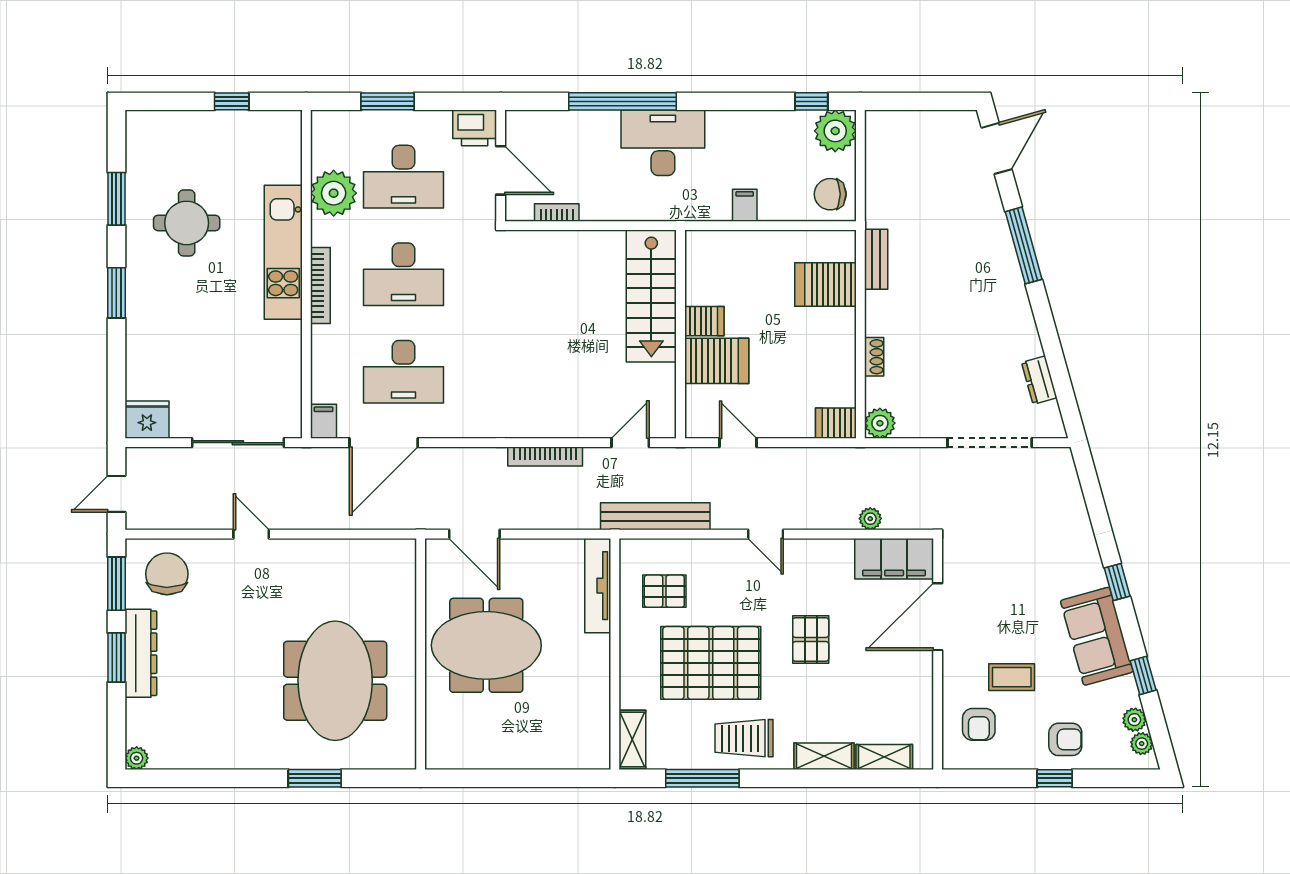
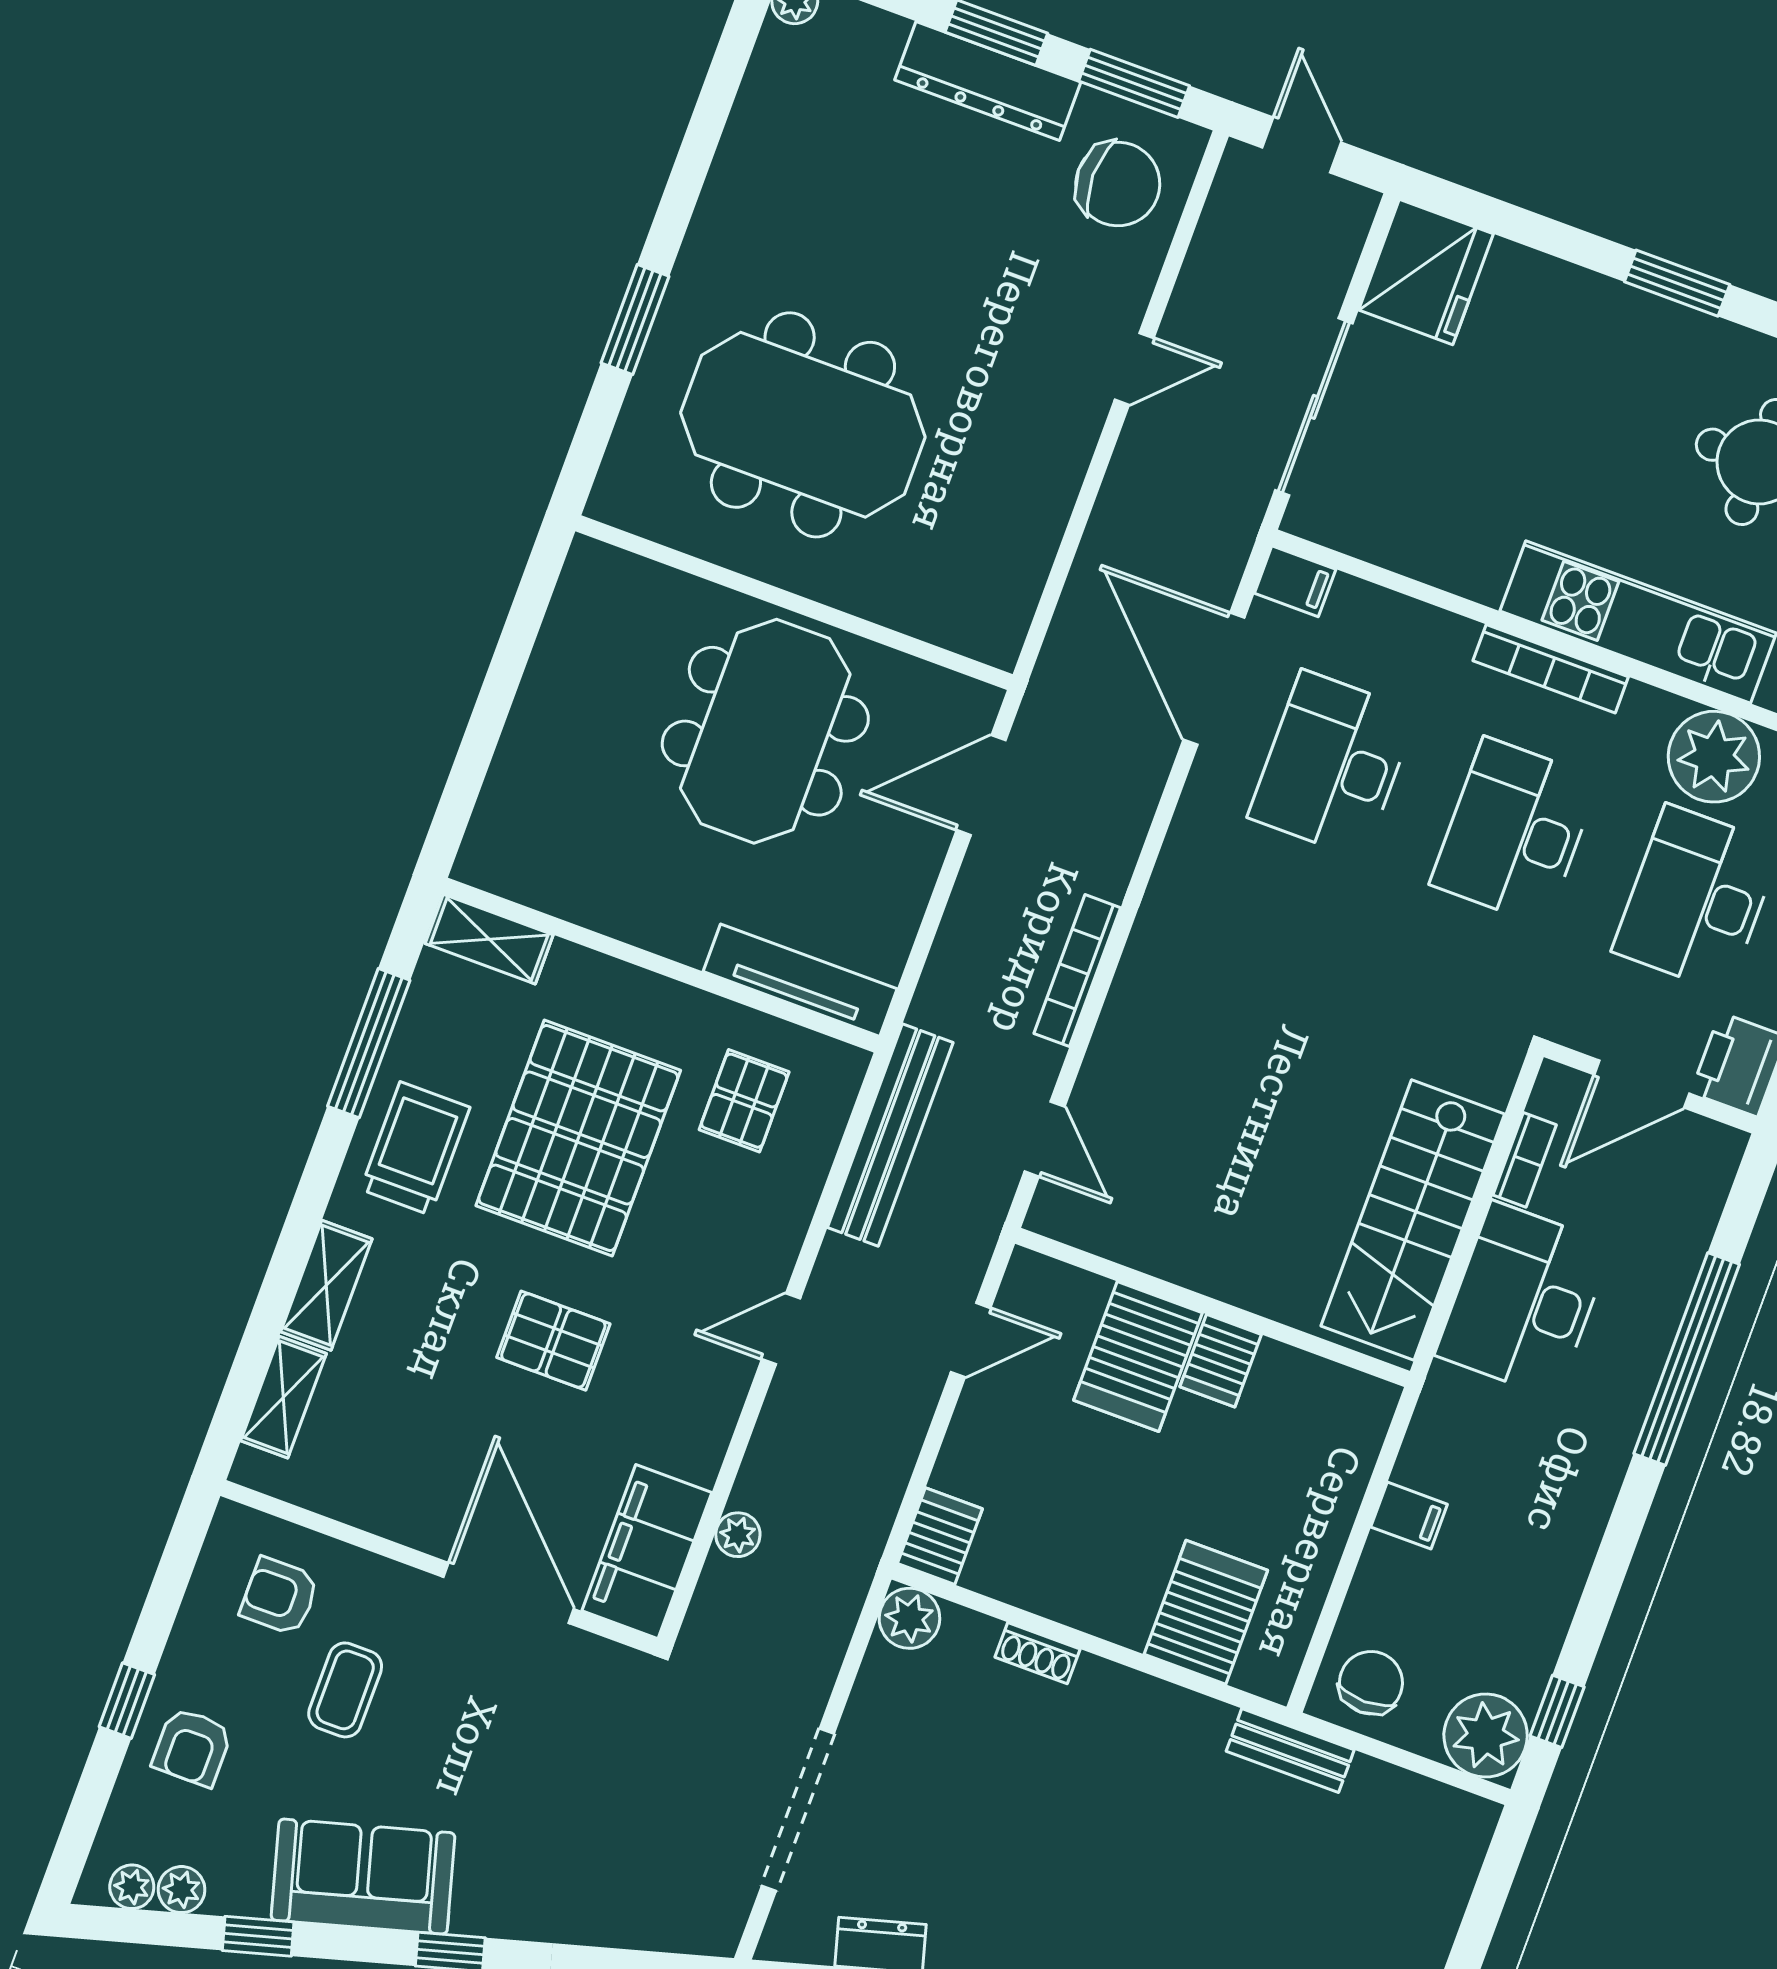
desk: (663, 143) -> (1524, 1300), moved, turned 180
bench: (876, 259) -> (1290, 1751), moved
stairs: (651, 296) -> (1413, 1220), moved, turned -90
fridge: (147, 420) -> (1426, 272), width x1.36, depth x1.34

